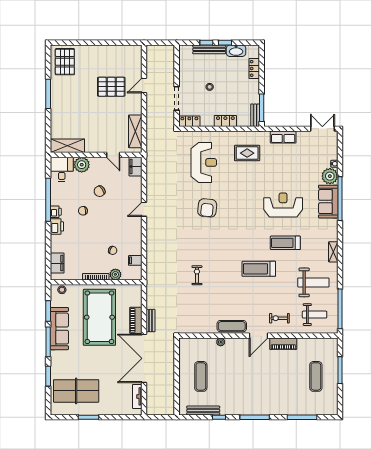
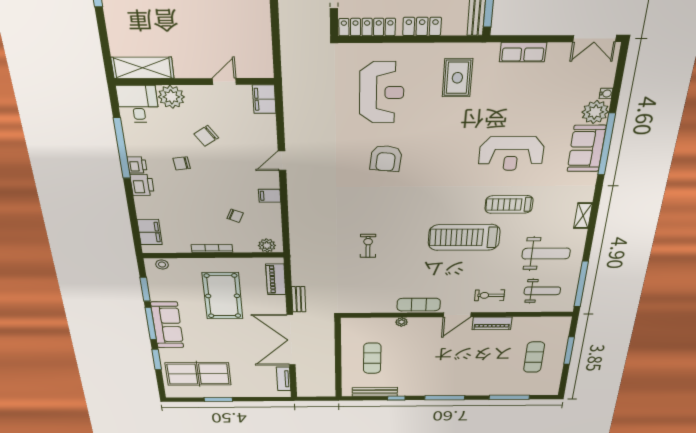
locker: (189, 121) -> (367, 27), width x1.53
double door: (322, 129) -> (595, 38), swing flipped
shelving: (135, 131) -> (260, 44), removed
rug: (247, 153) -> (457, 78), turned 90
door: (113, 155) -> (224, 82), swing flipped
reception desk: (283, 205) -> (511, 154), turned 180
filing cabinet: (135, 260) -> (270, 196), moved
treadmill: (259, 269) -> (464, 237), width x1.37, depth x1.38
plant: (115, 274) -> (267, 245), moved
pool table: (99, 317) -> (223, 296), width x0.73, depth x0.76
piano: (136, 320) -> (276, 279), moved
sofa: (59, 329) -> (167, 325), moved

